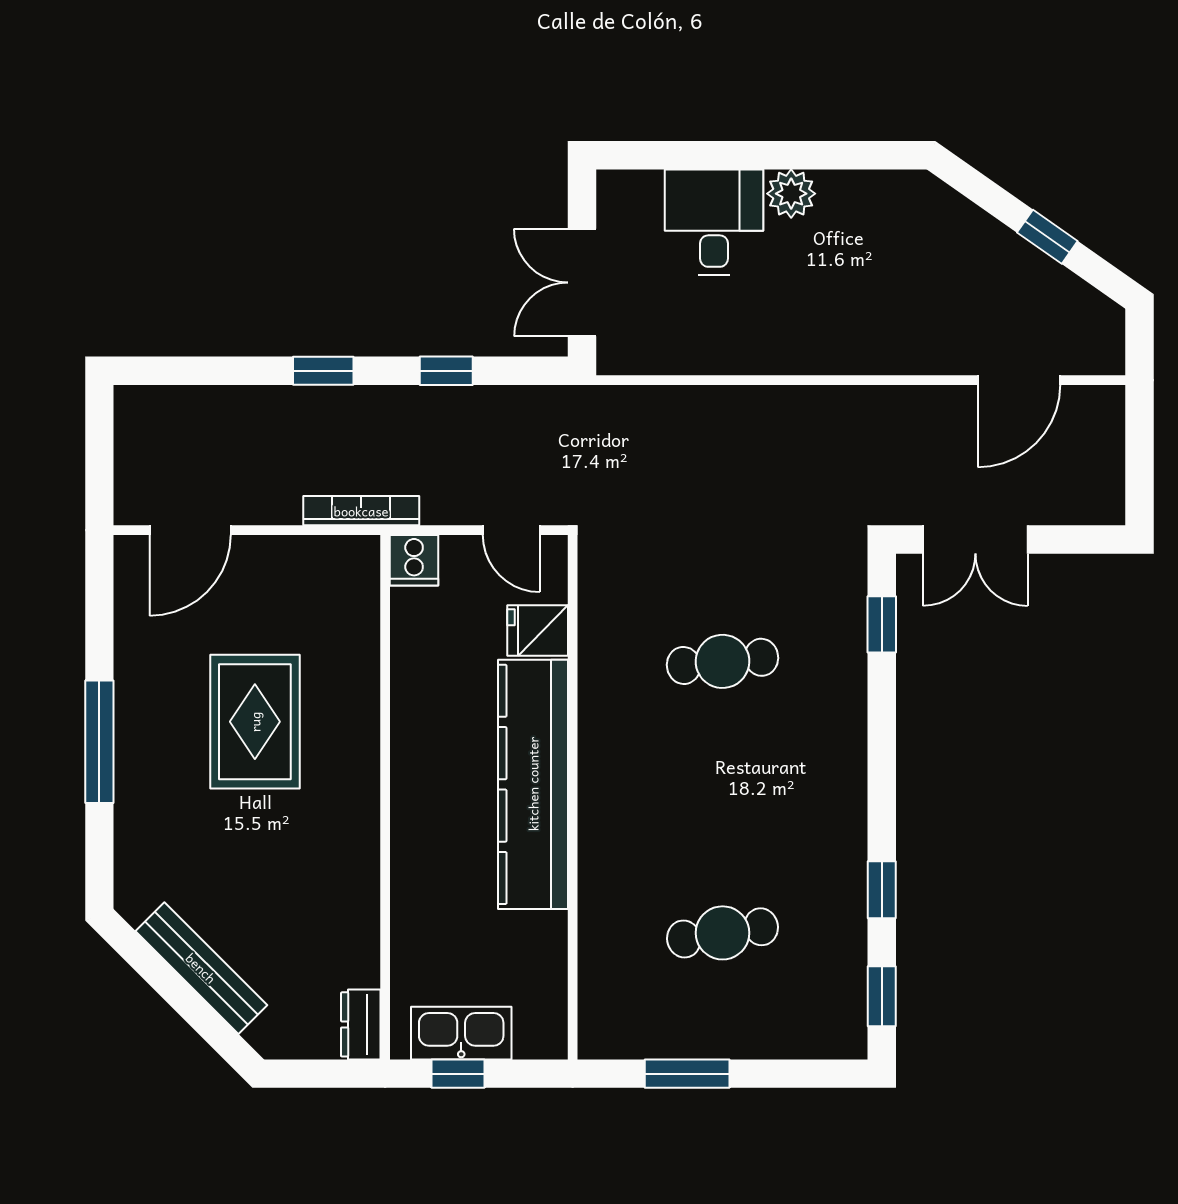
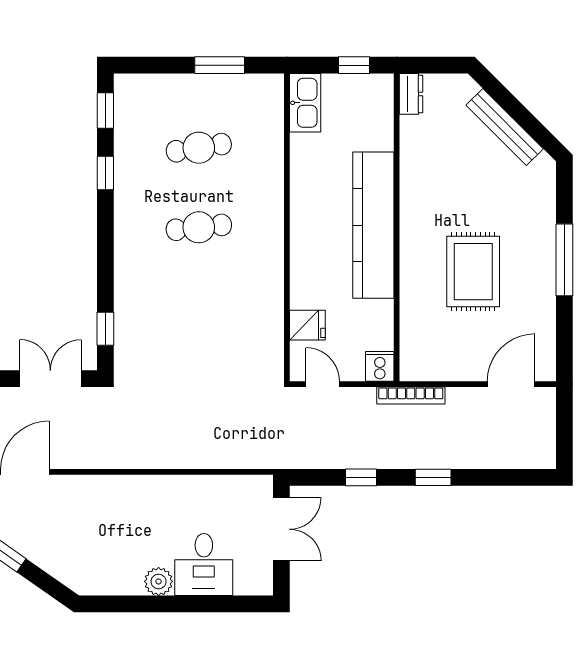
cafe table: (723, 661) -> (199, 227), moved
kitchen counter: (533, 784) -> (373, 225), moved, turned 180
kitchen sink: (461, 1033) -> (305, 103), moved, turned -90

